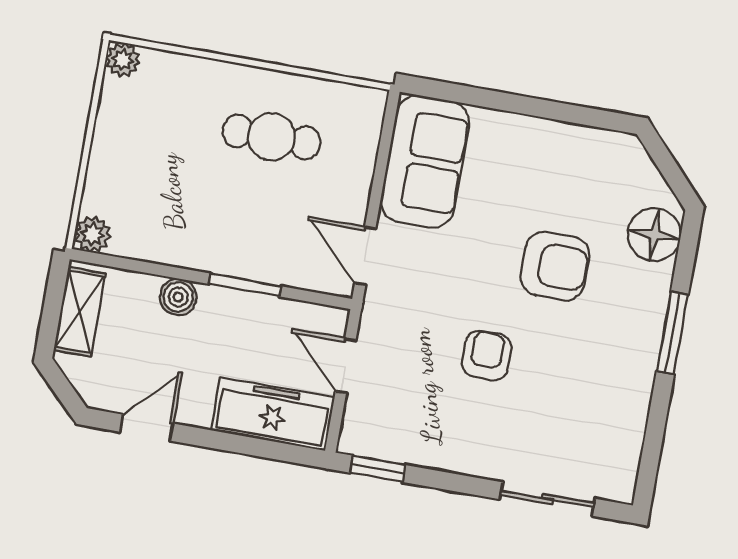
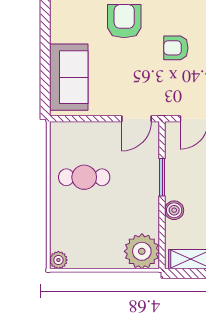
cafe table: (272, 137) -> (84, 177), turned 90
sofa: (425, 161) -> (69, 77), moved, turned 90
plant: (93, 234) -> (142, 251), width x1.88, depth x1.88

